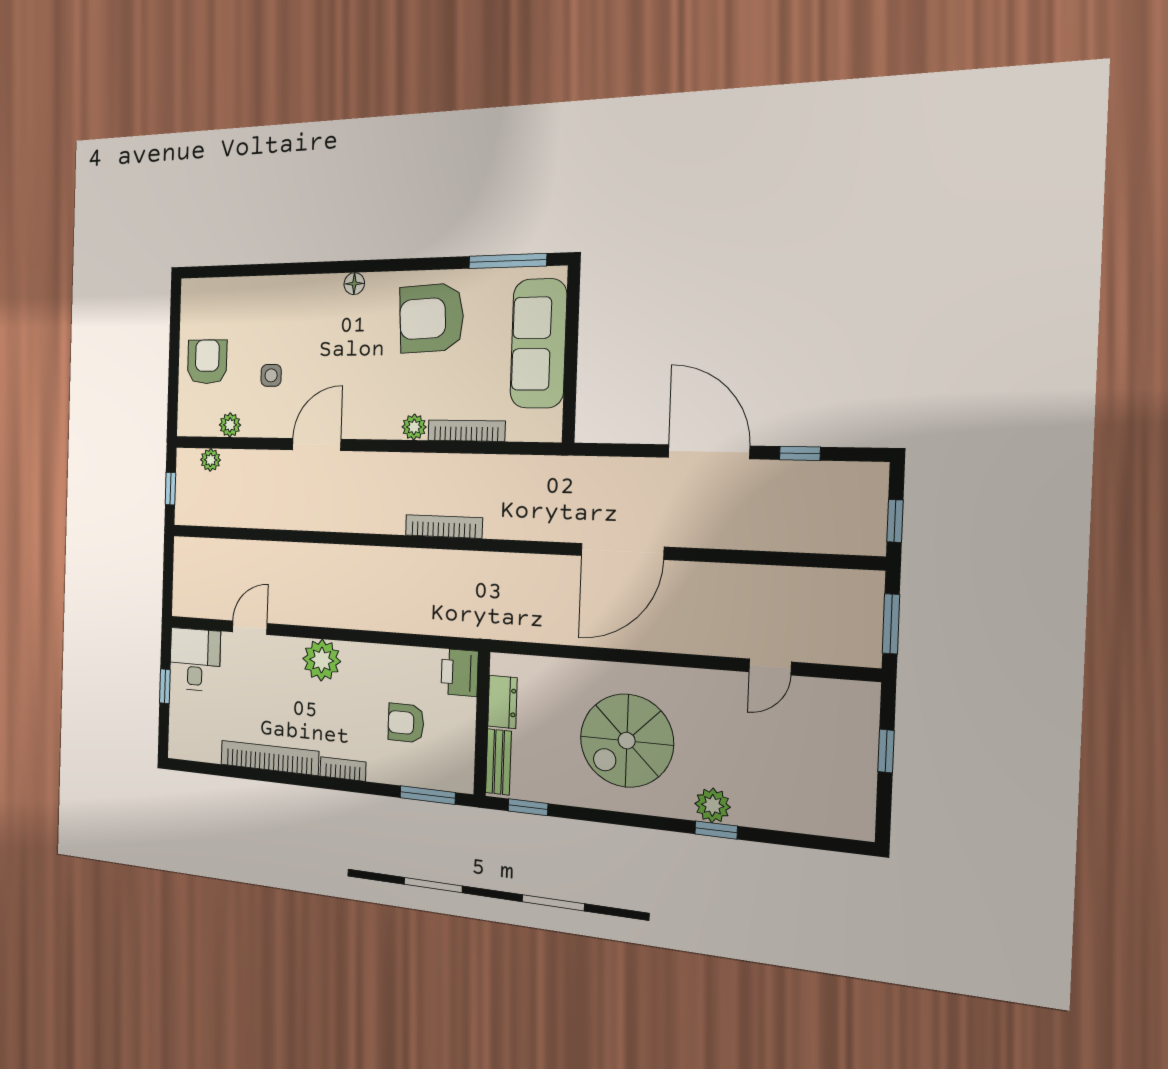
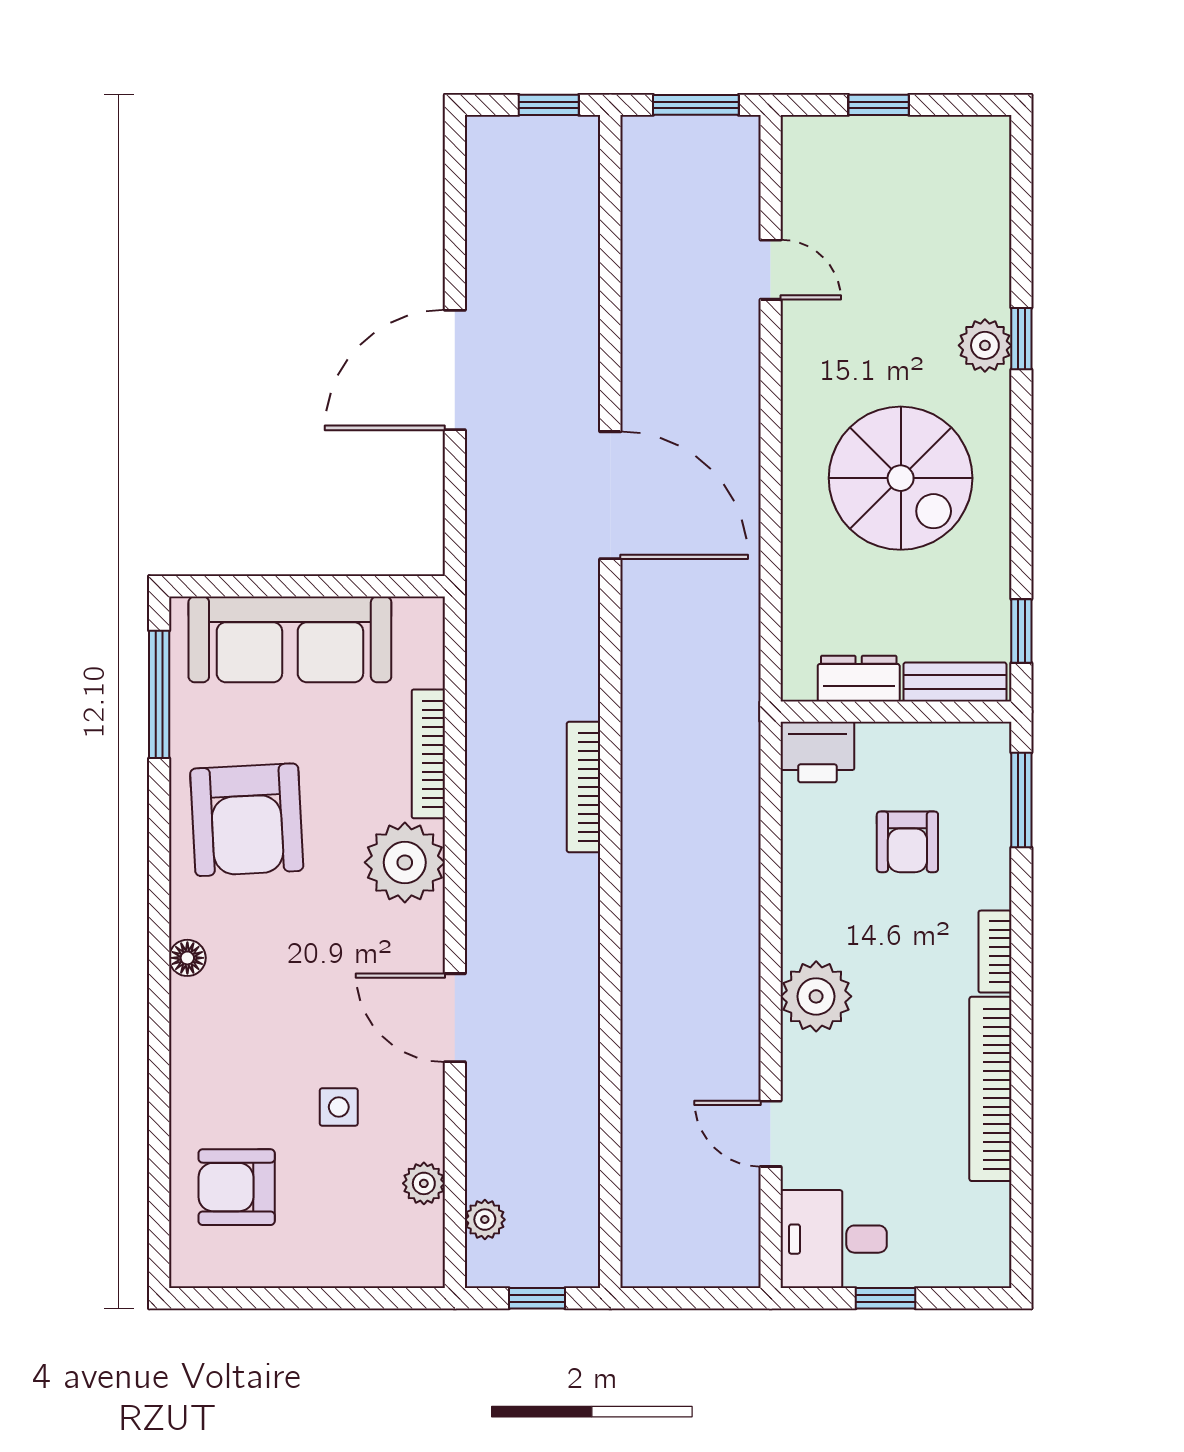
armchair: (207, 362) -> (237, 1187), moved
plant: (414, 427) -> (405, 862), width x1.87, depth x1.87
window: (800, 453) -> (455, 239), removed

